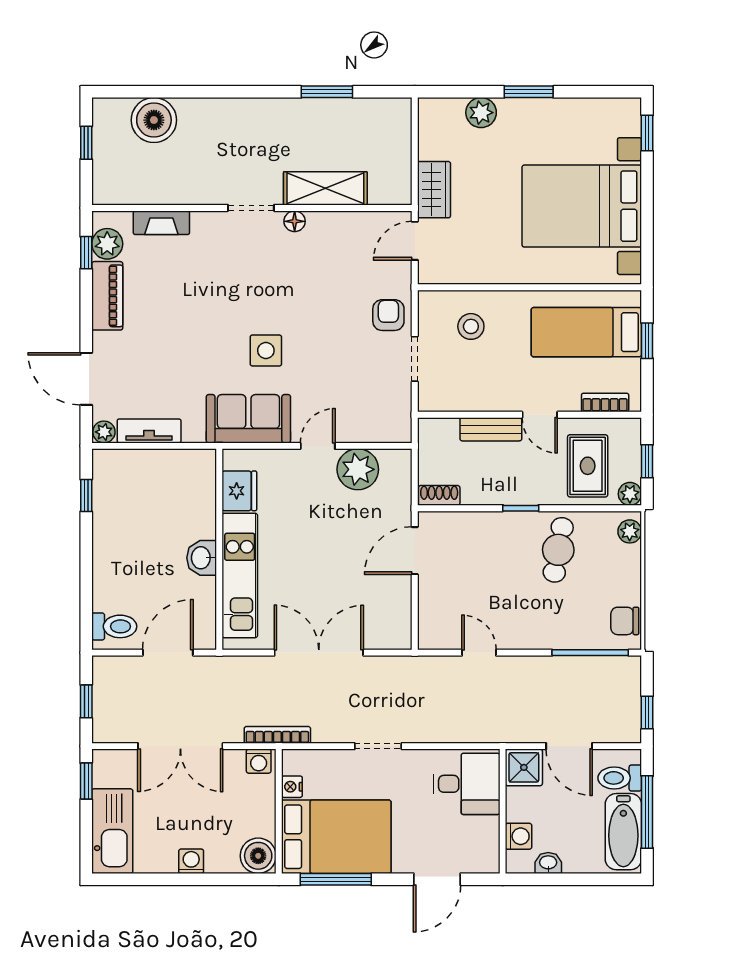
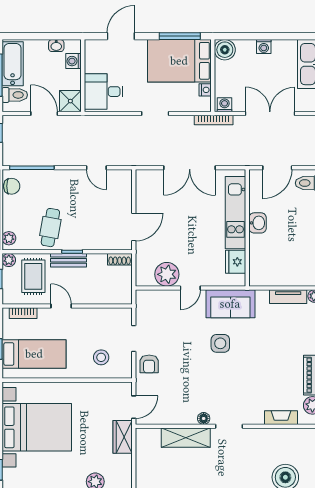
bench: (491, 429) -> (68, 260), moved

